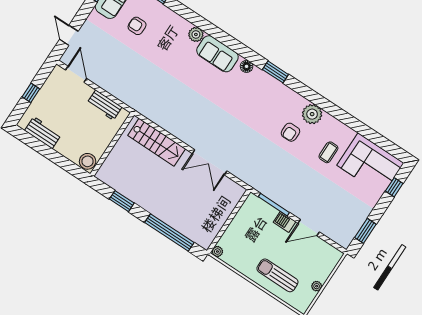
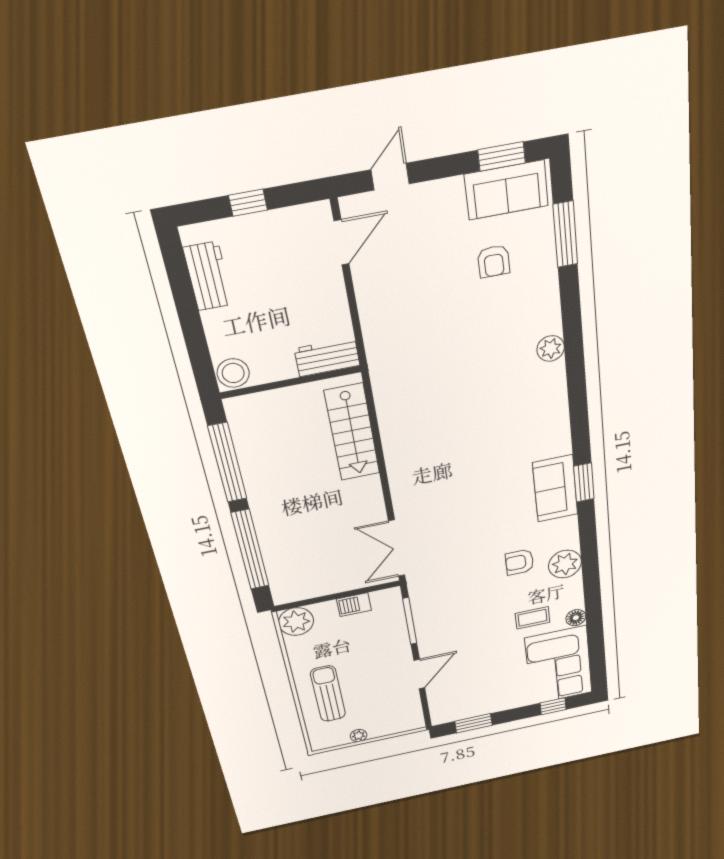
armchair: (137, 26) -> (494, 261), turned 180
sofa: (217, 54) -> (555, 489), moved
floor lamp: (247, 66) -> (576, 618), moved
workbench: (104, 105) -> (327, 357), moved, turned 90
double door: (210, 162) -> (397, 548), moved
window: (122, 201) -> (227, 463), width x2.11
barbecue: (285, 222) -> (354, 605), moved, turned -90
door: (309, 228) -> (419, 674), swing flipped
plant: (217, 252) -> (296, 622), width x1.87, depth x1.87

